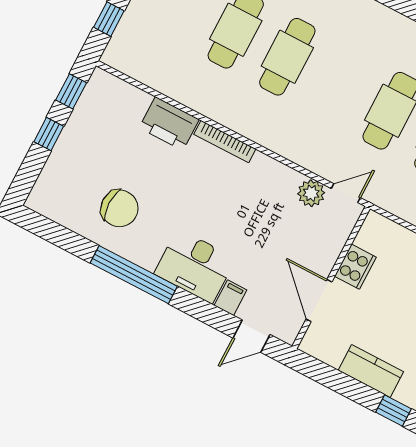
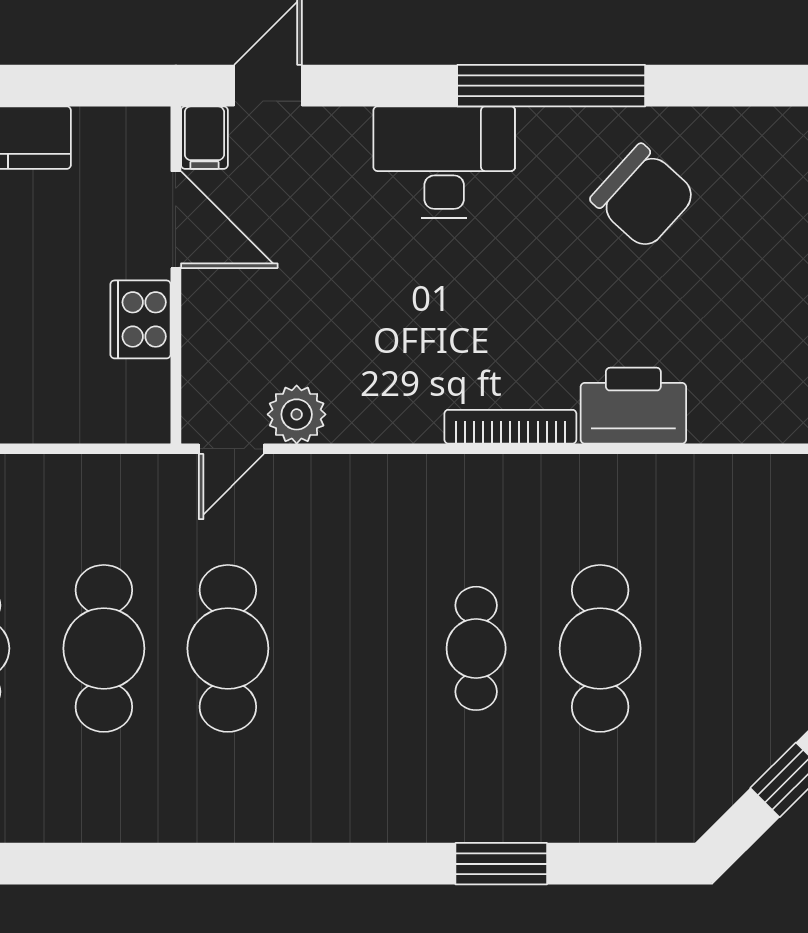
cafe table: (287, 57) -> (476, 648), width x0.73, depth x0.74
chair: (119, 208) -> (643, 197), turned -138
filing cabinet: (230, 298) -> (204, 138), moved

